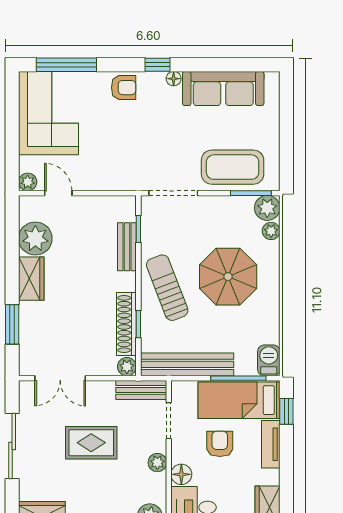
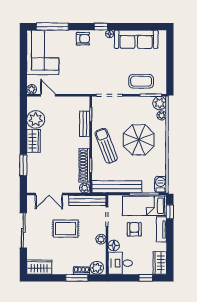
coffee table: (233, 167) -> (141, 81), width x0.73, depth x0.76
bench: (141, 390) -> (87, 200), width x1.36

